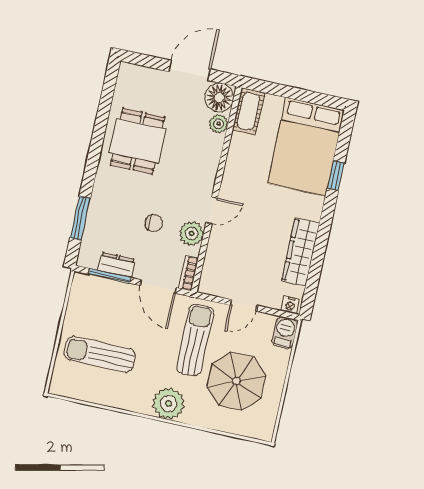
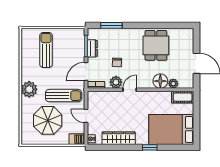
floor lamp: (219, 98) -> (160, 81), moved
dining table: (138, 141) -> (156, 45), turned 90
window: (336, 176) -> (150, 147), moved
door: (212, 210) -> (130, 90), swing flipped

